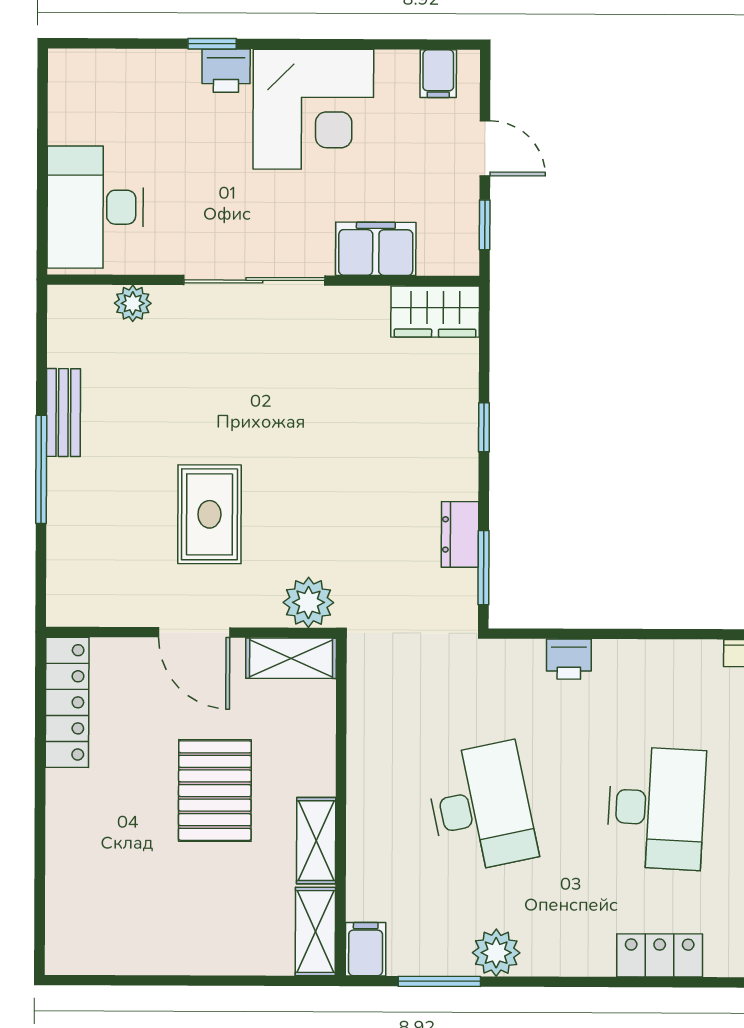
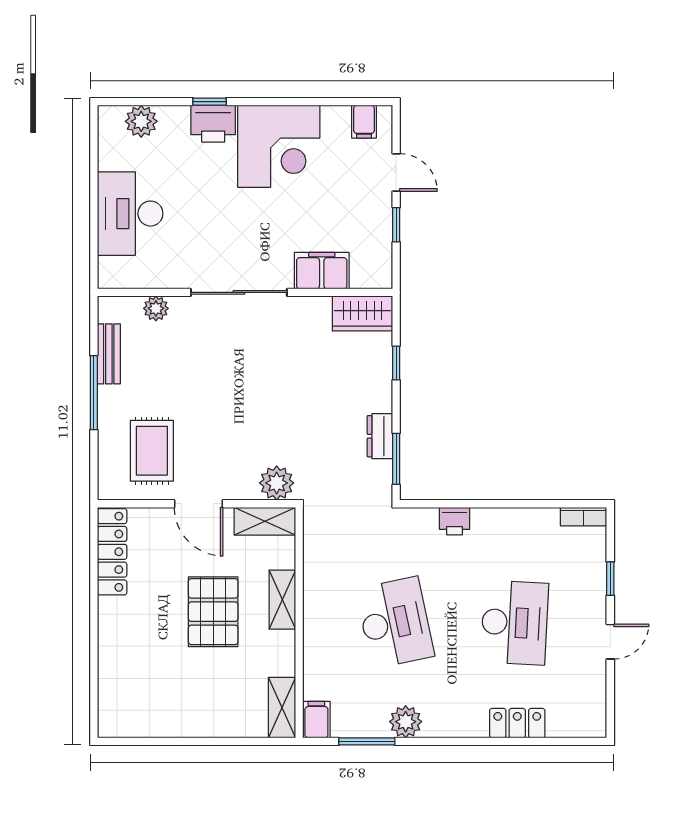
printer: (226, 71) -> (213, 124), width x1.36, depth x1.24
plant: (112, 72) -> (141, 121), added
filing cabinet: (376, 249) -> (322, 271), moved
sliding door: (254, 280) -> (239, 292), moved
wall: (263, 280) -> (245, 292), moved
plant: (133, 303) -> (156, 308), moved
wardrobe: (435, 312) -> (362, 313), moved
rug: (209, 514) -> (152, 451), moved
shelving: (316, 841) -> (282, 600), moved

